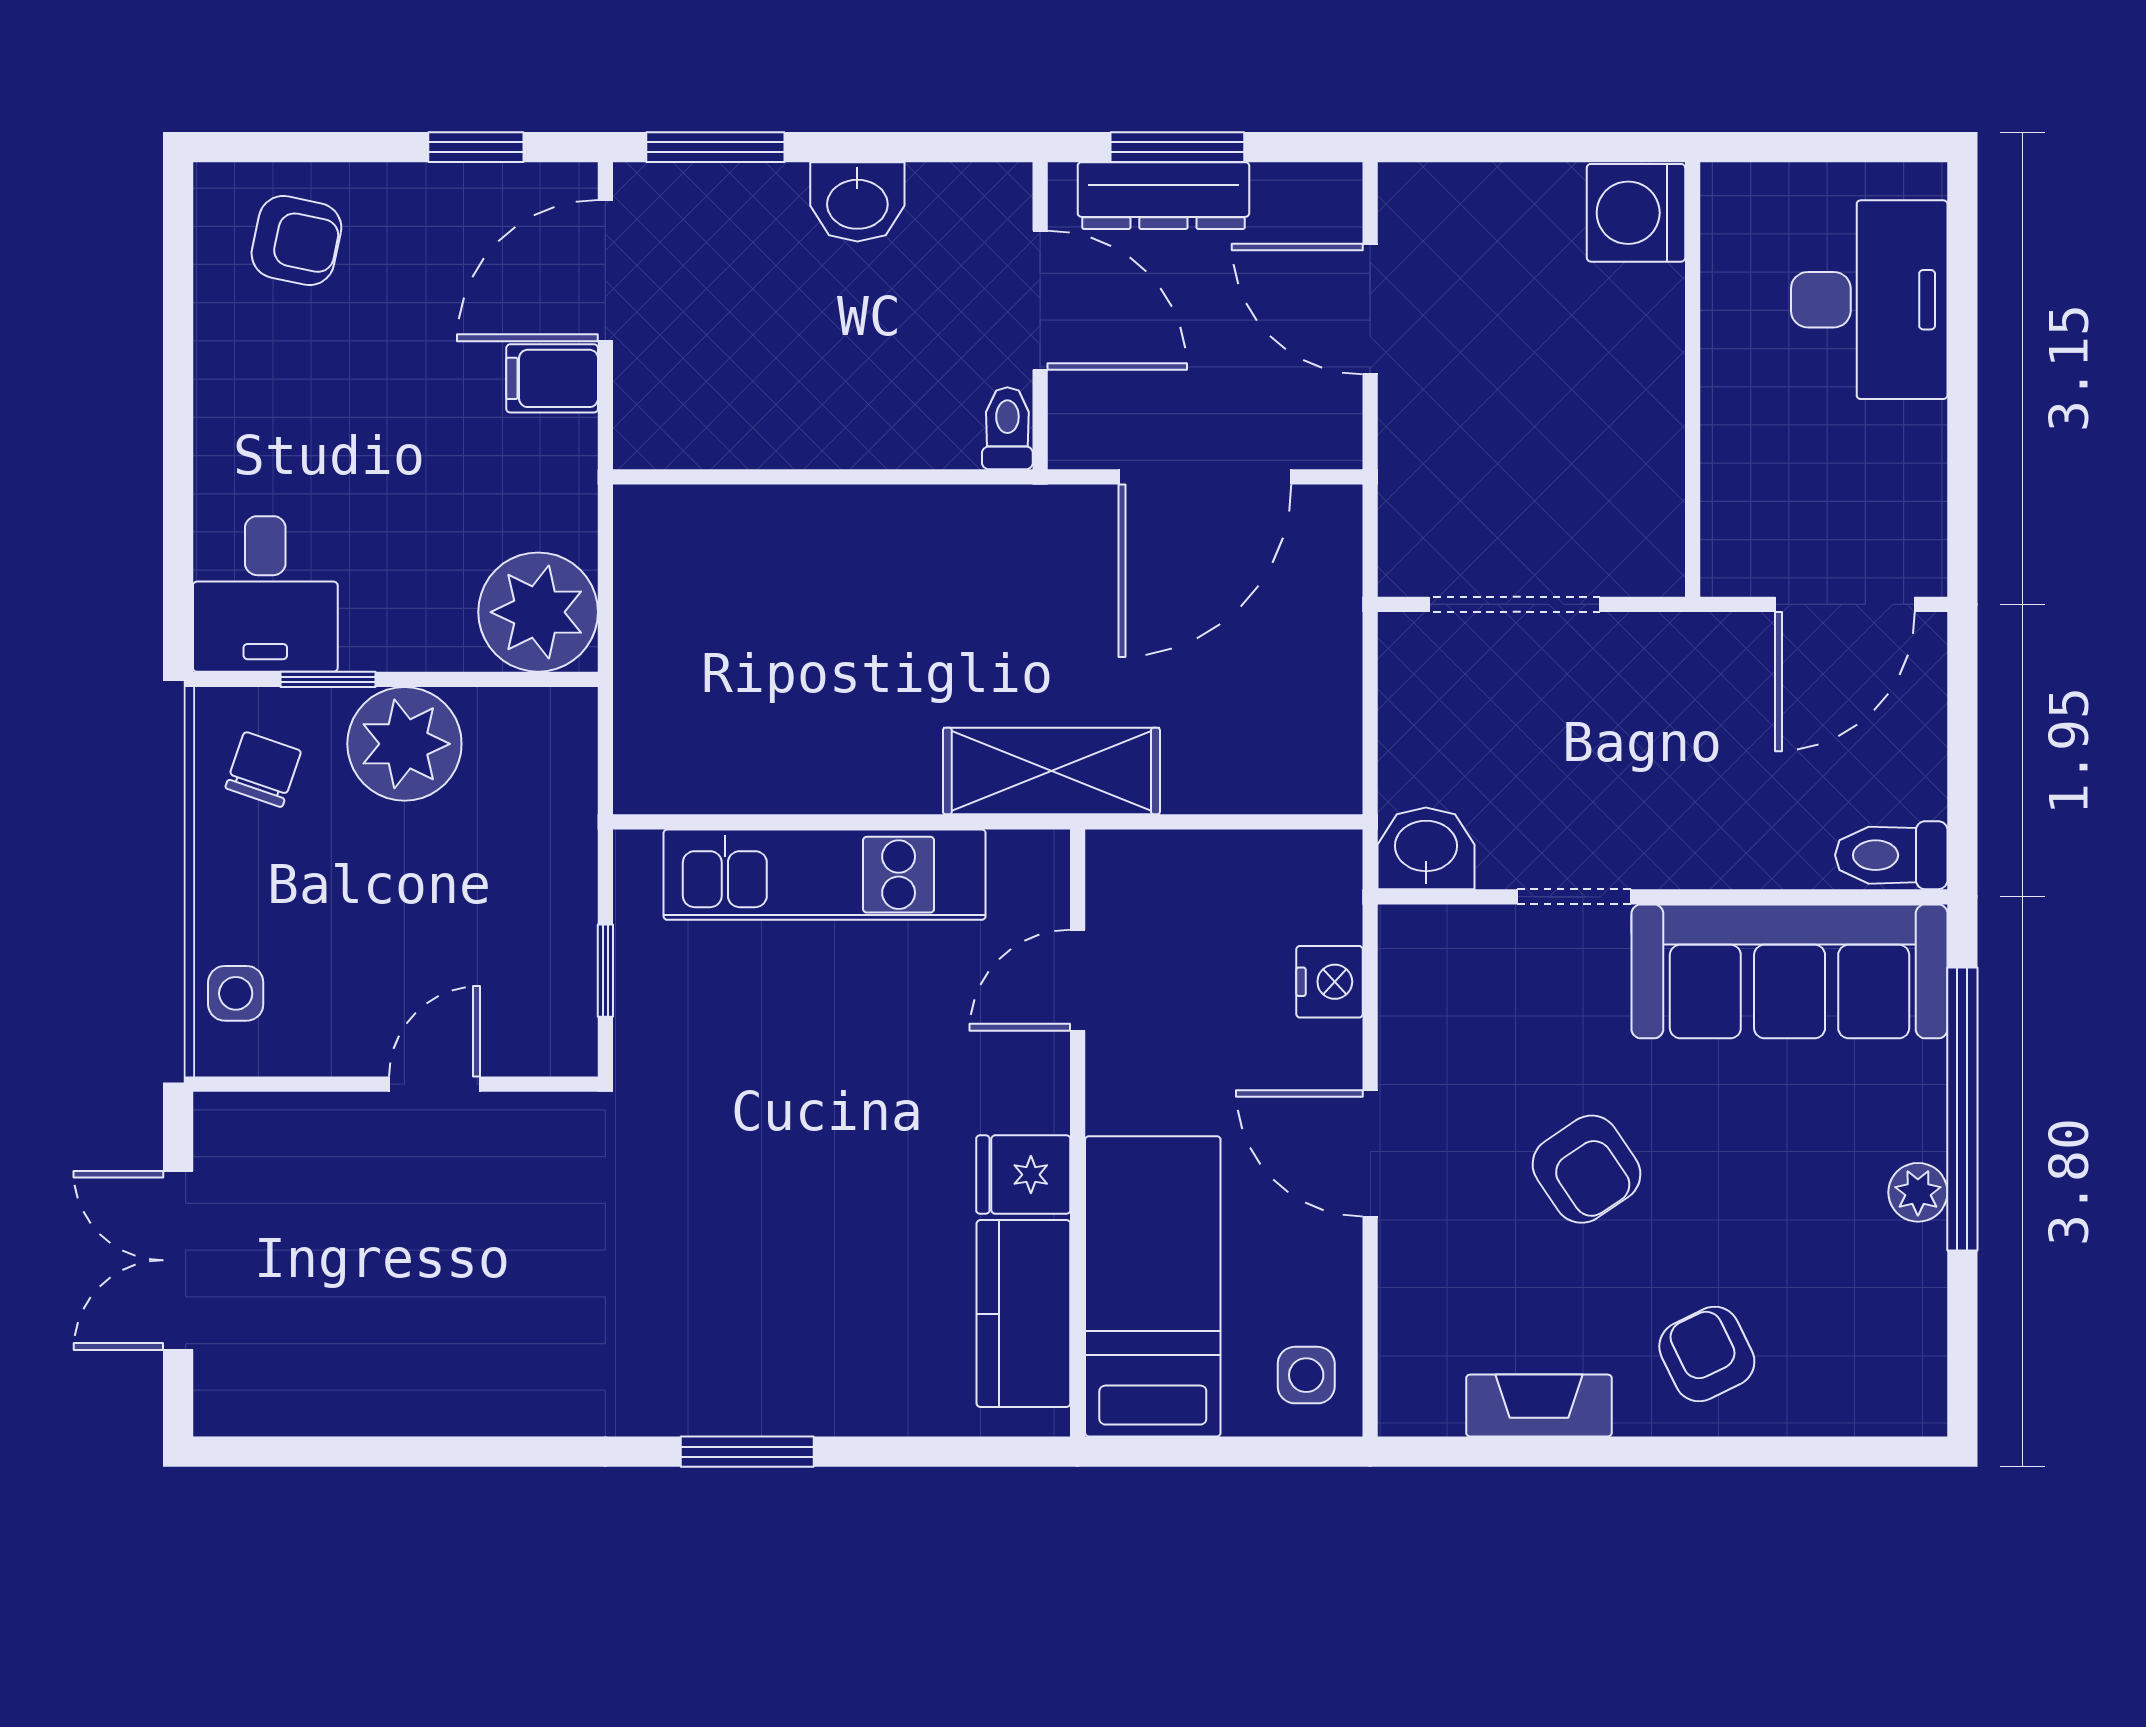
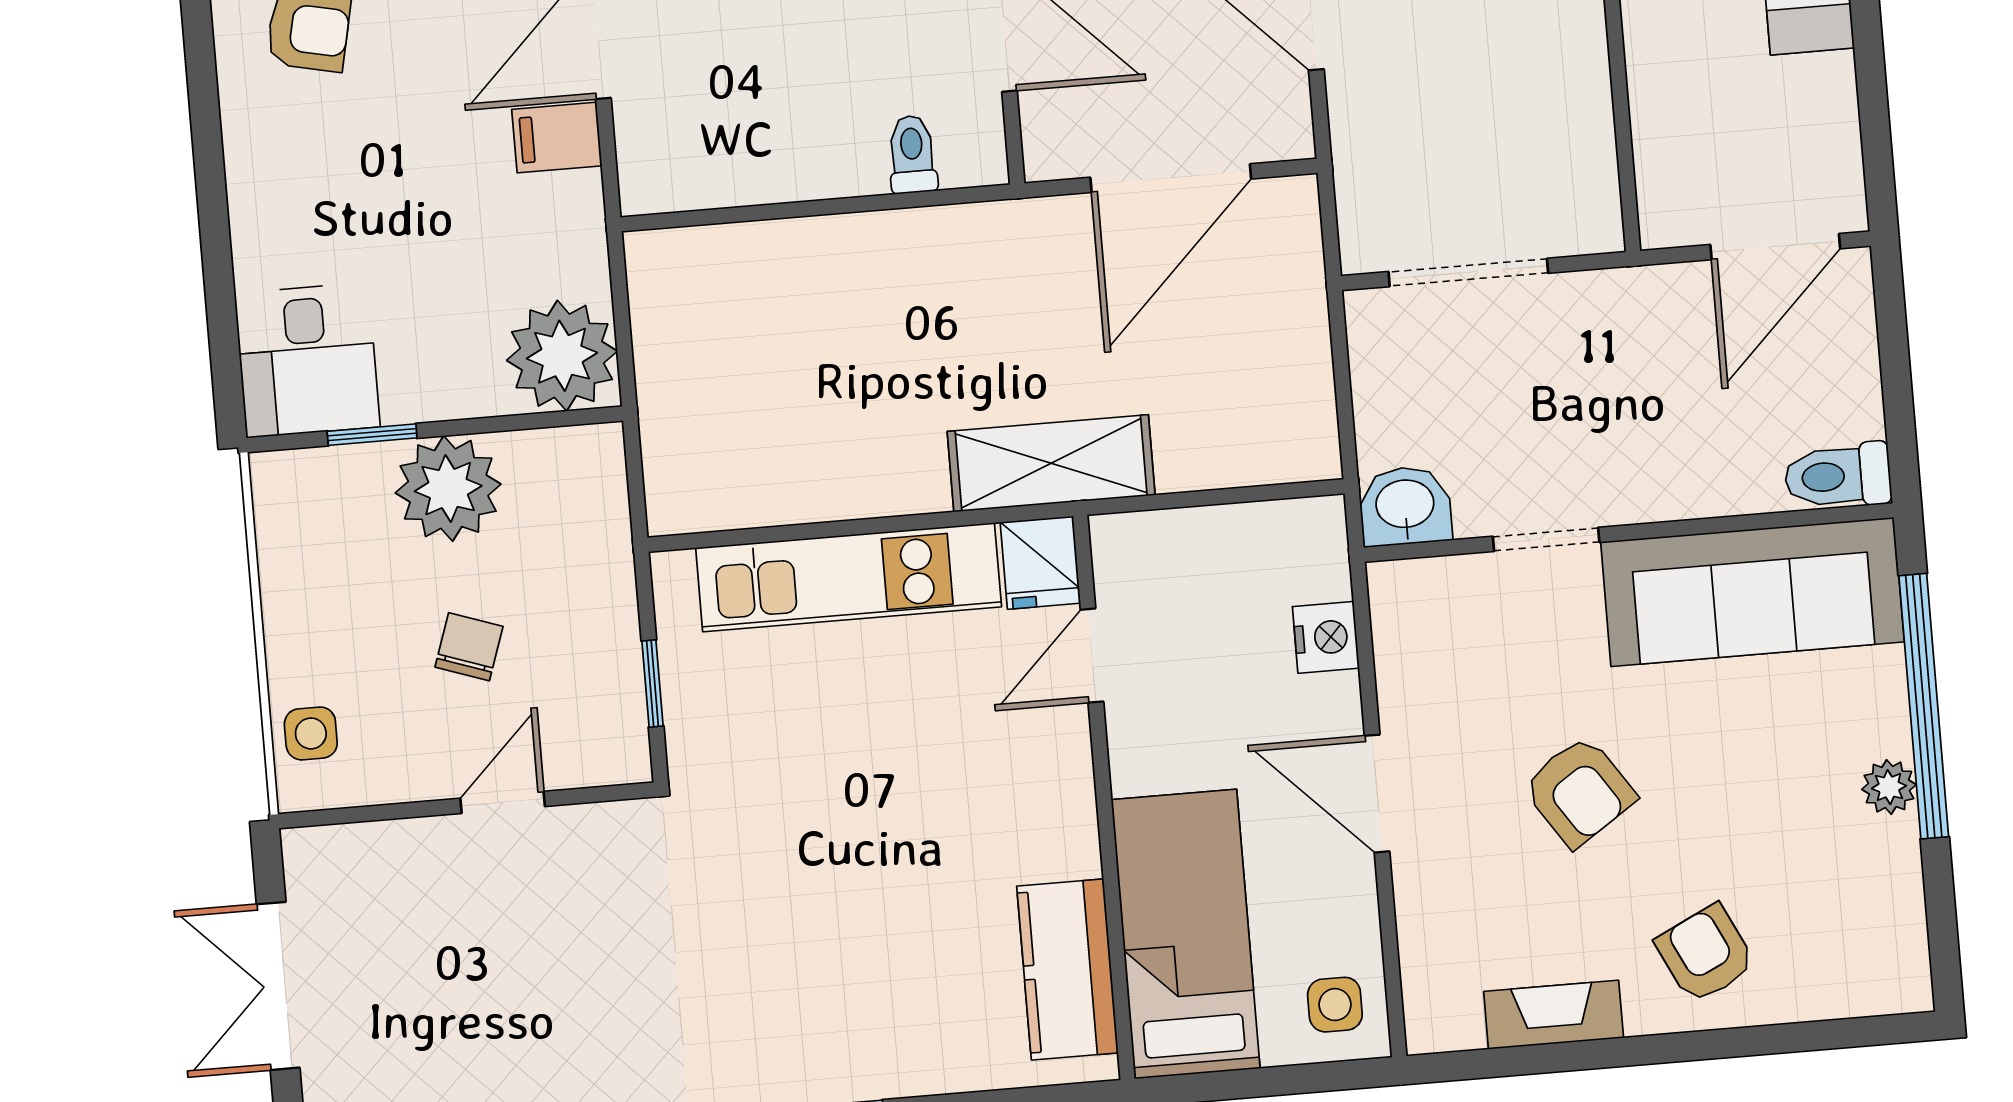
toilet: (1007, 428) -> (912, 154), moved
chair: (263, 769) -> (469, 647), moved
fridge: (1023, 1175) -> (1040, 563), moved, turned -90

